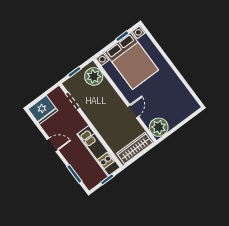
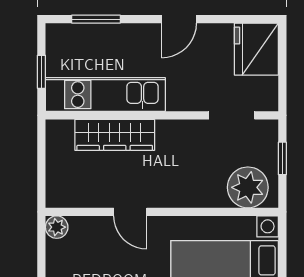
plant: (159, 127) -> (57, 227), width x0.53, depth x0.53
wardrobe: (135, 148) -> (115, 135), moved, turned 90

